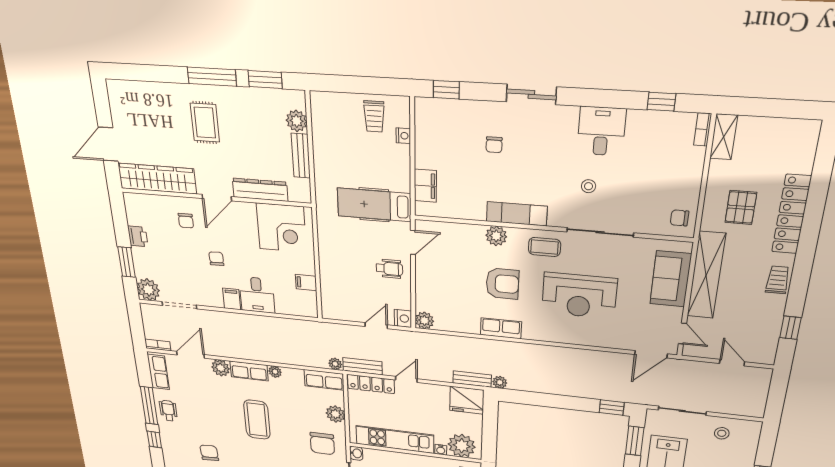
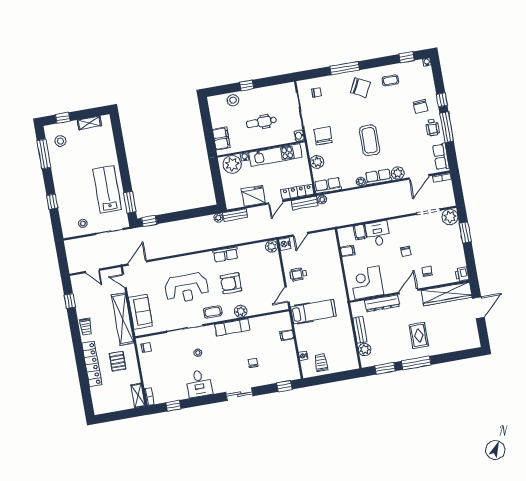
filing cabinet: (425, 186) -> (287, 335), width x0.50
printer: (138, 236) -> (462, 274), moved
reception desk: (579, 296) -> (186, 288), turned 180
filing cabinet: (232, 299) -> (360, 232), moved
fridge: (467, 400) -> (253, 196), moved
chair: (209, 453) -> (421, 107), moved

